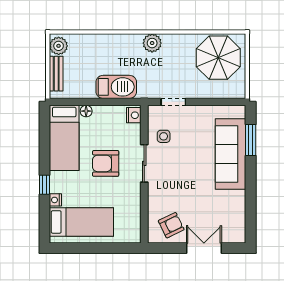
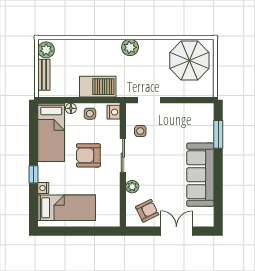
side table: (107, 117) -> (90, 114), added
sofa: (230, 154) -> (200, 175), moved
plant: (155, 198) -> (132, 187), added

